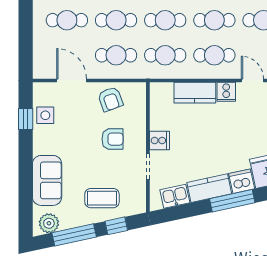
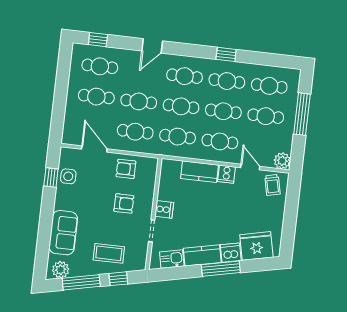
armchair: (110, 99) -> (126, 169), turned 110

